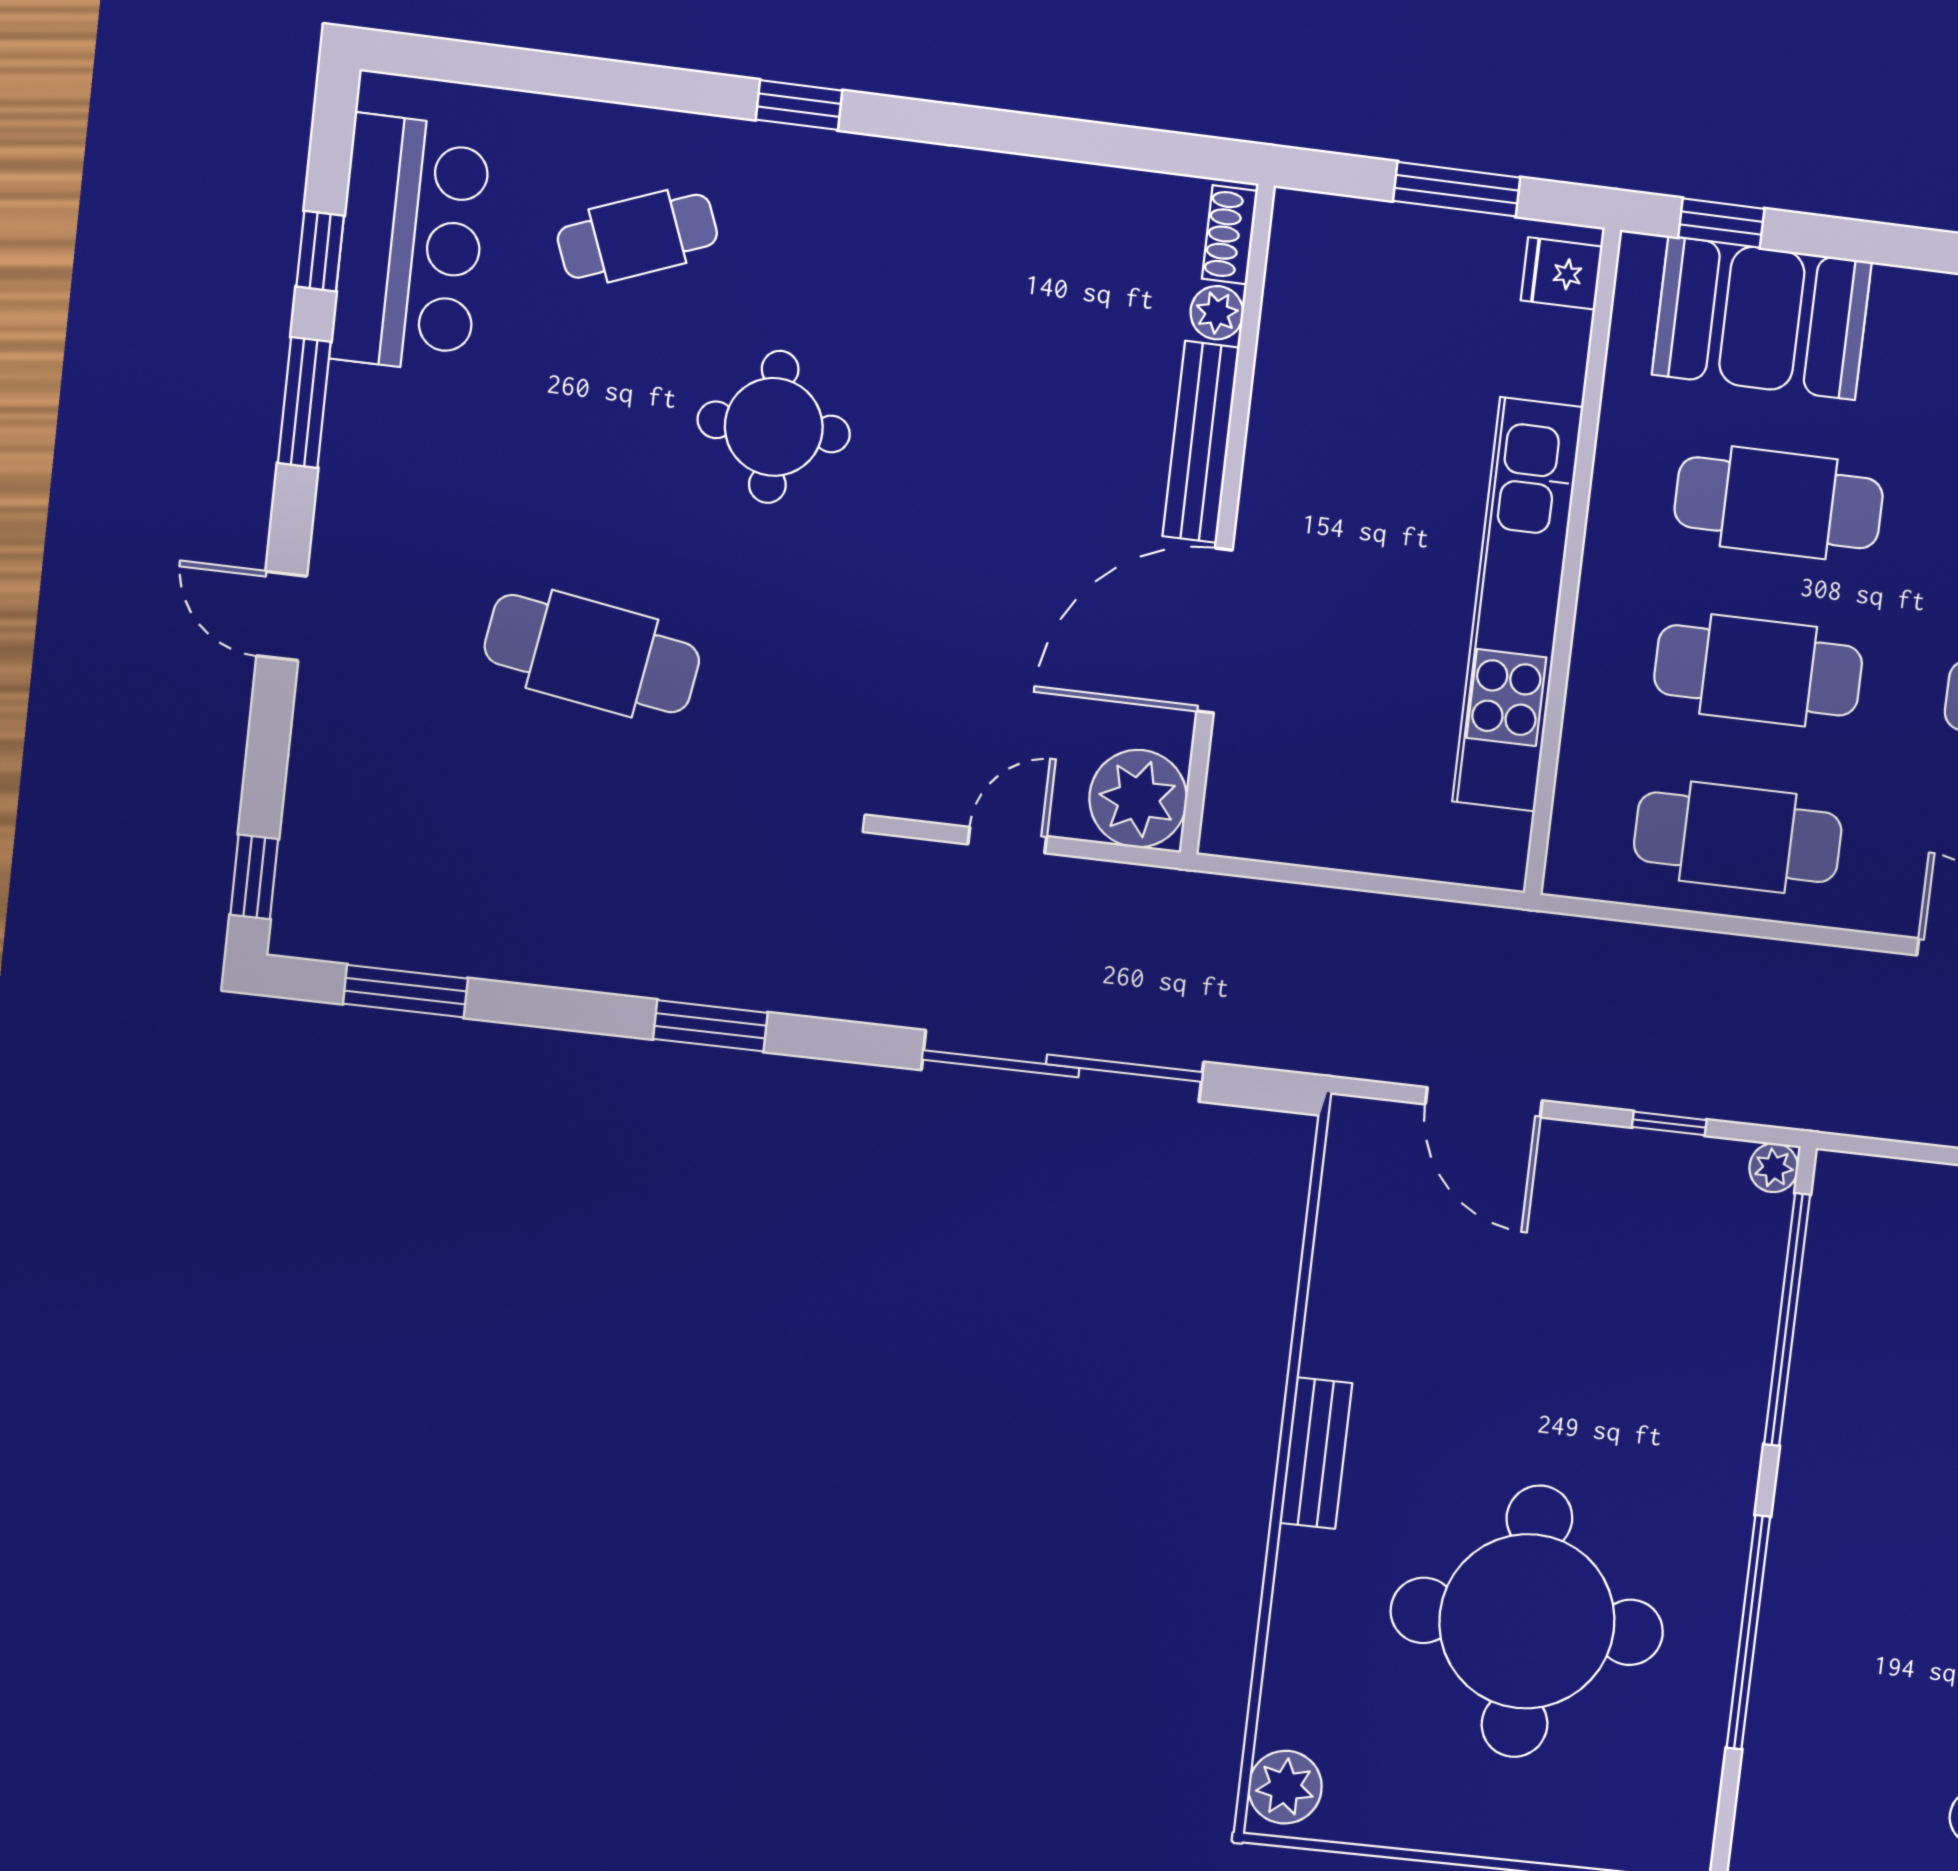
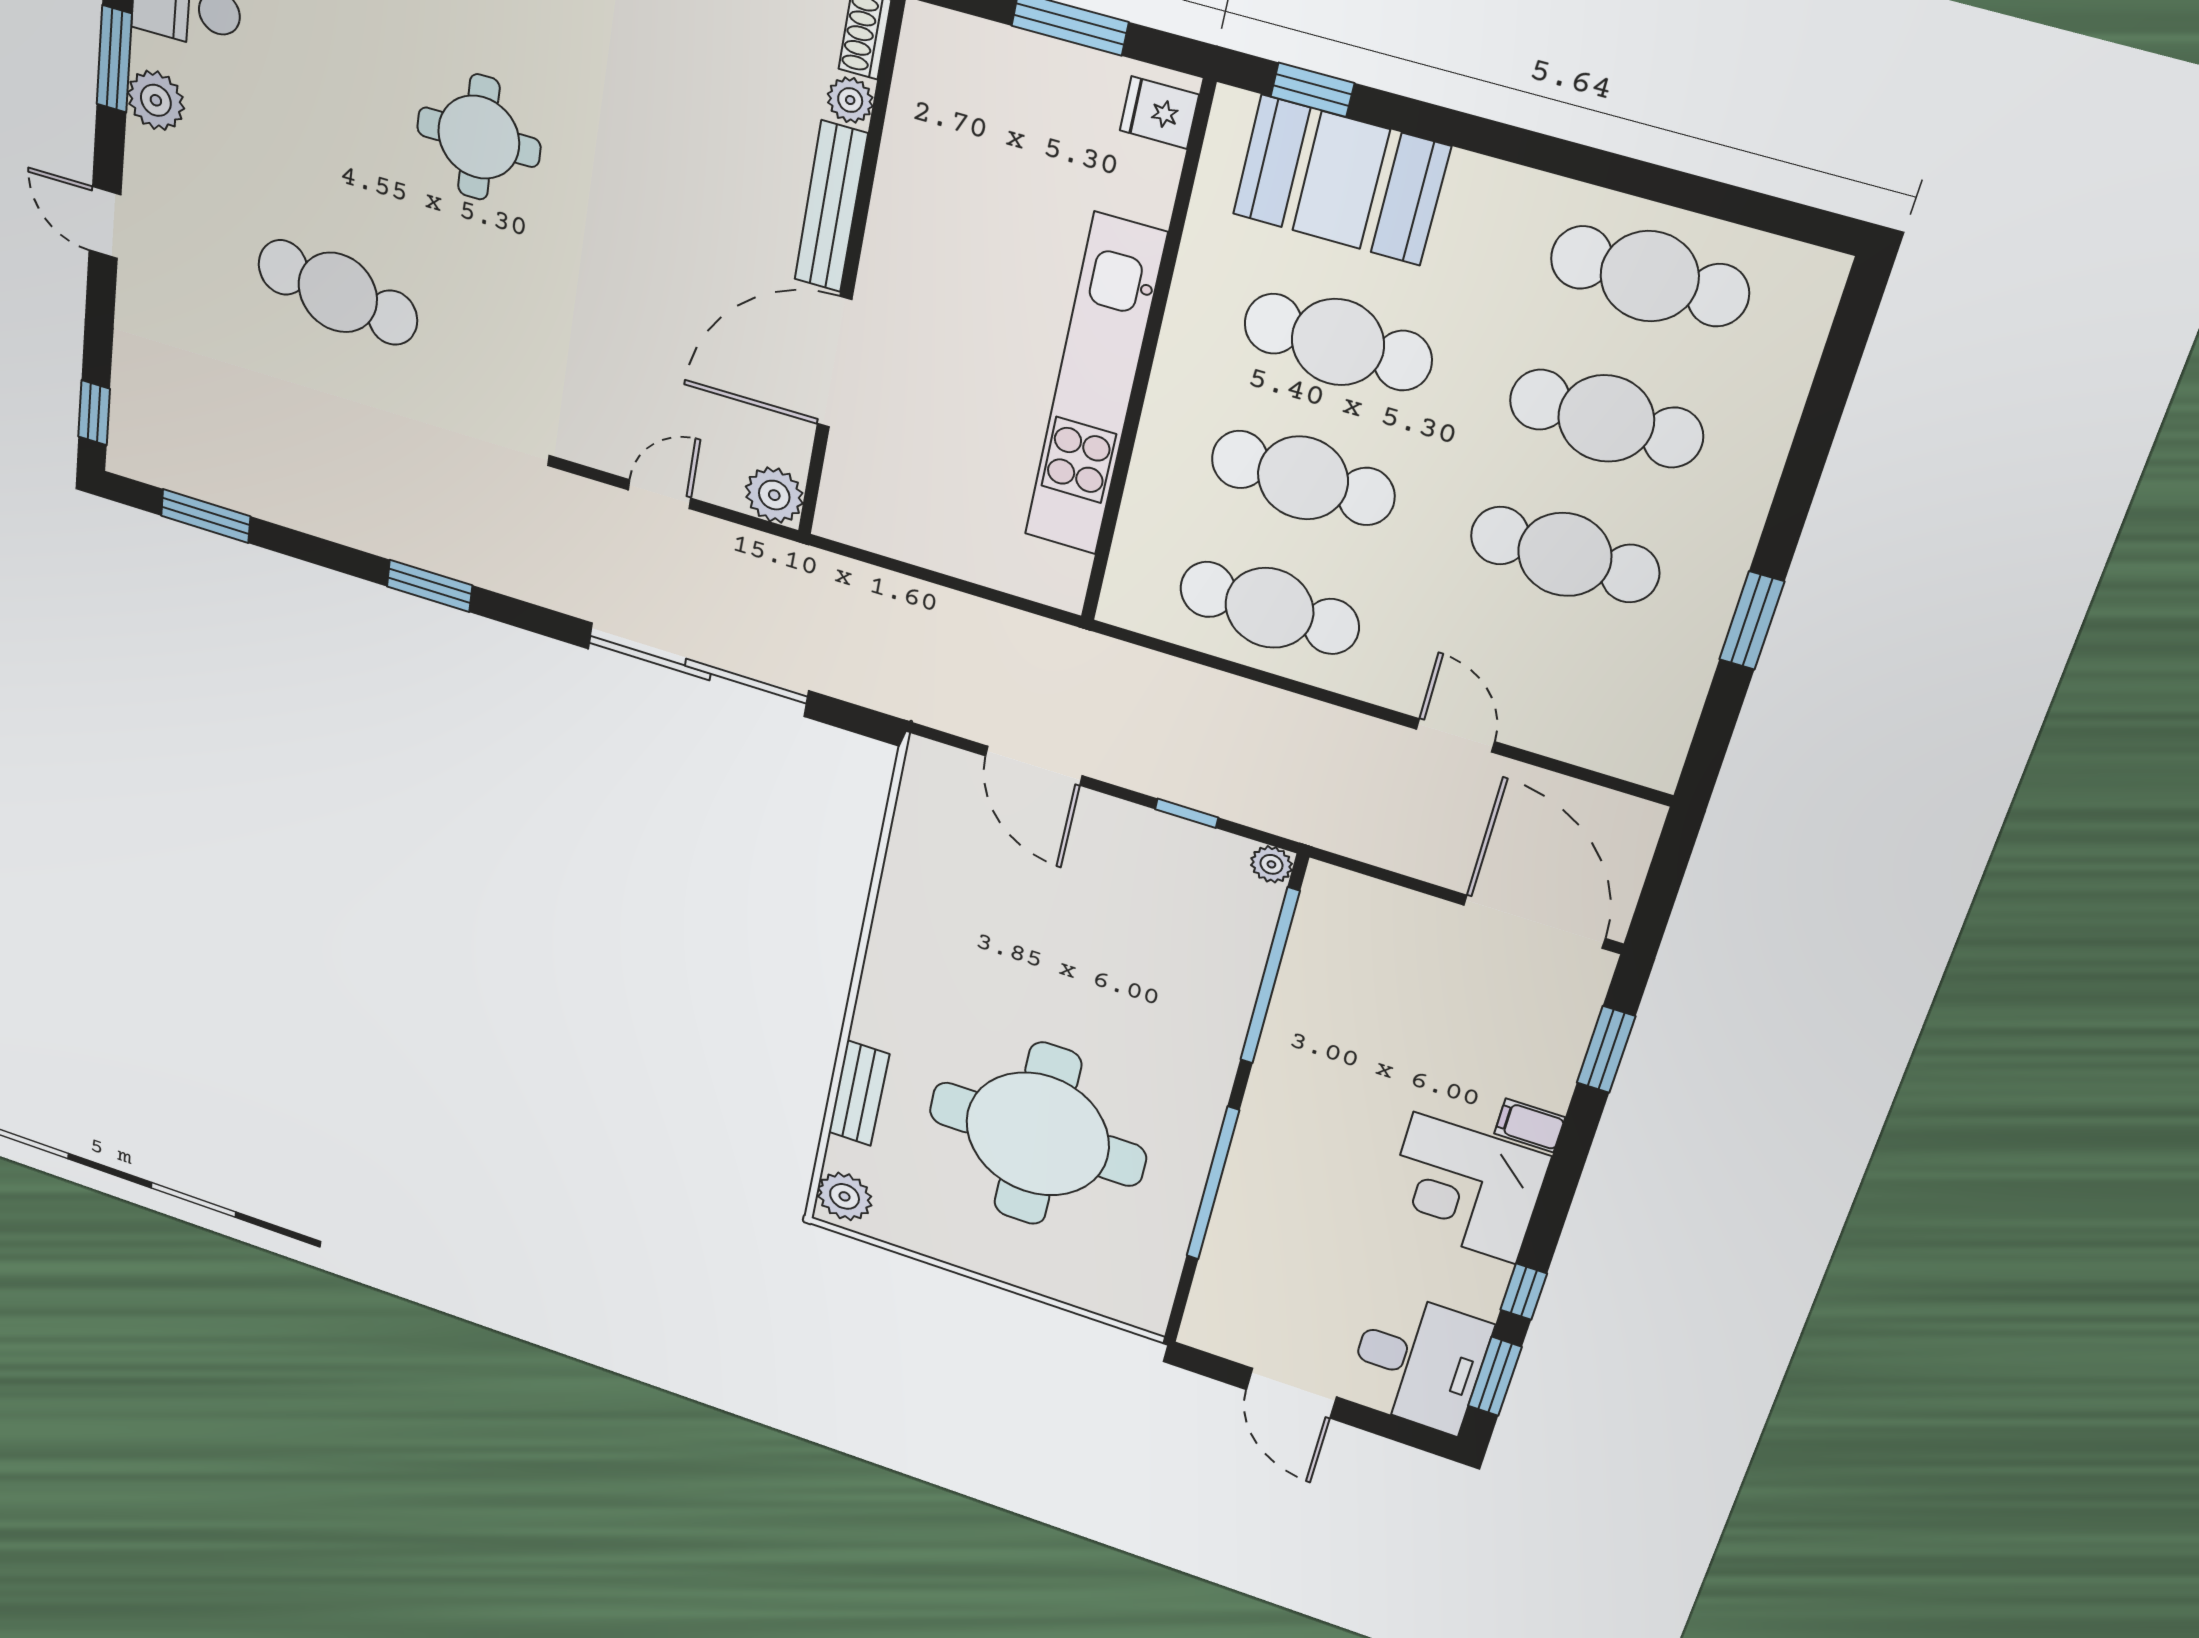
plant: (358, 446) -> (156, 100), added
plant: (1138, 799) -> (774, 495), width x0.73, depth x0.73
bench: (1316, 1453) -> (859, 1093), moved

